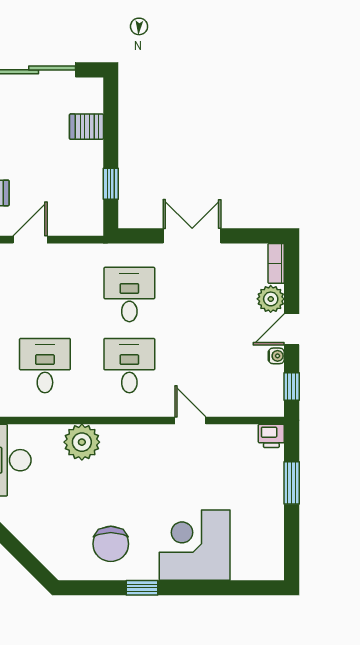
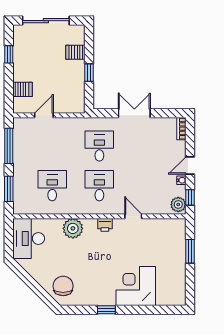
window: (111, 184) -> (89, 73), moved
plant: (271, 299) -> (178, 204), moved
printer: (271, 436) -> (105, 225), moved
chair: (111, 544) -> (63, 286), moved, turned 180

